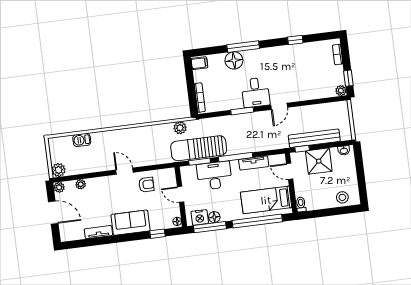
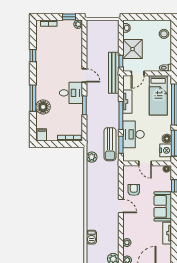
bench: (314, 138) -> (114, 73), moved
sun lounger: (199, 148) -> (110, 144), width x0.73, depth x0.75
door: (124, 171) -> (121, 206), swing flipped
door: (181, 194) -> (145, 163), hinge flipped

